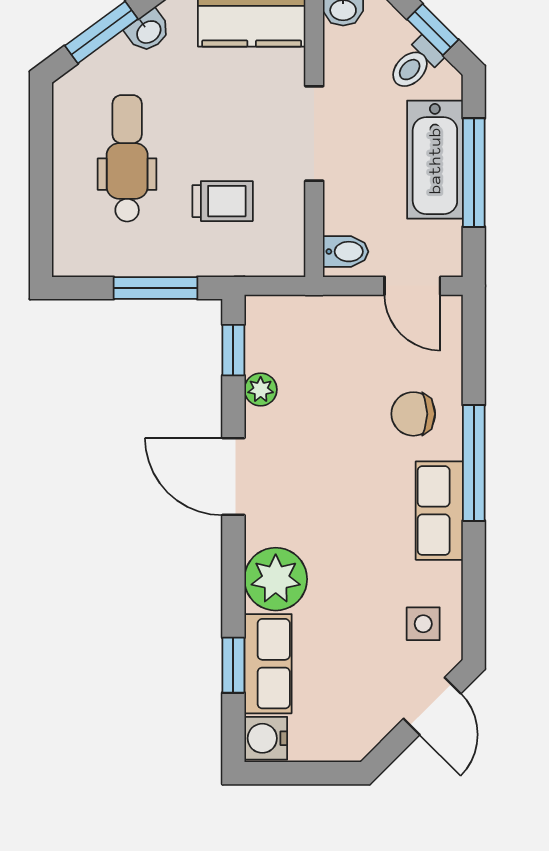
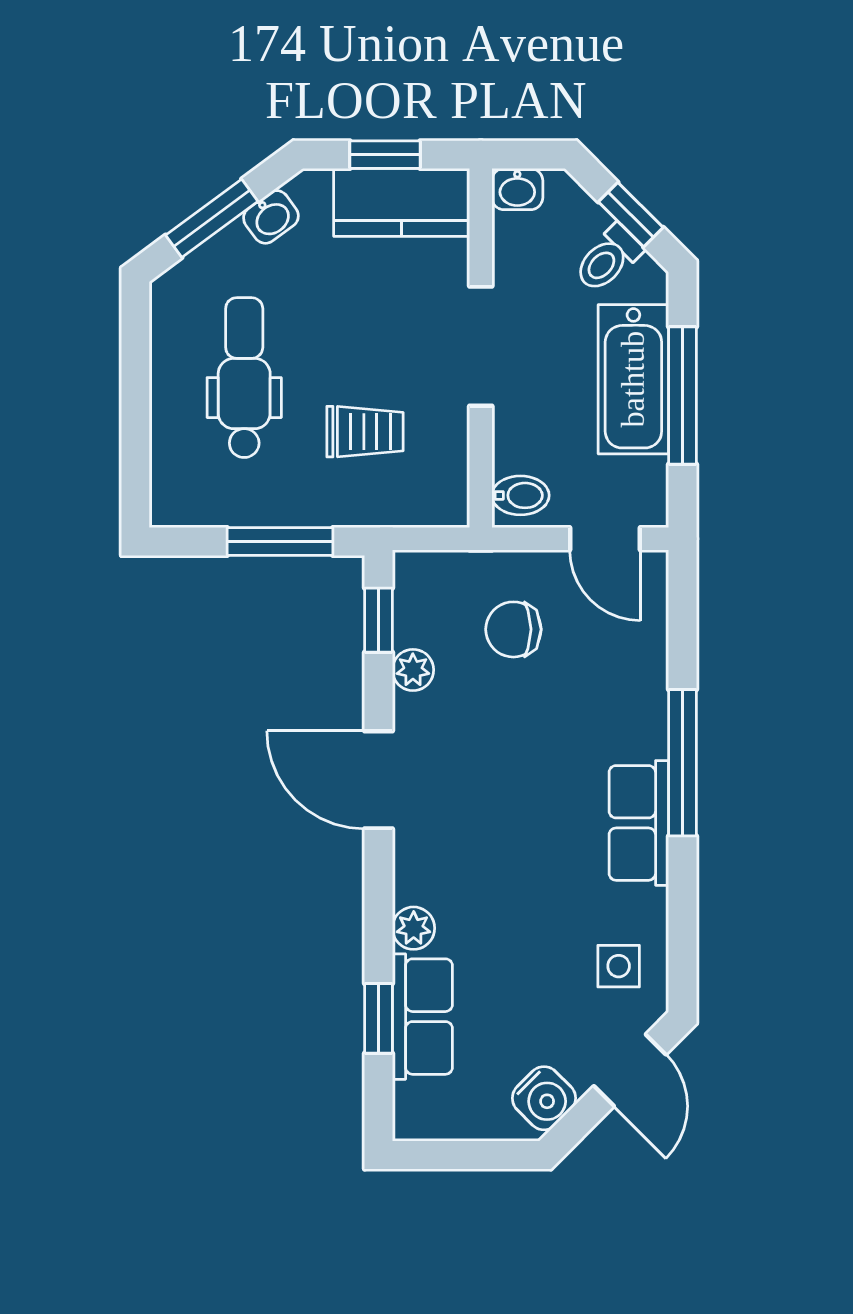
chair: (413, 414) -> (513, 629), moved
plant: (276, 579) -> (414, 928), width x0.53, depth x0.53
water cooler: (266, 738) -> (544, 1098), moved, turned -135

